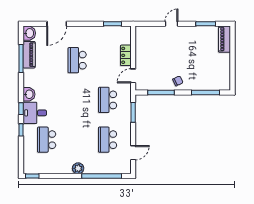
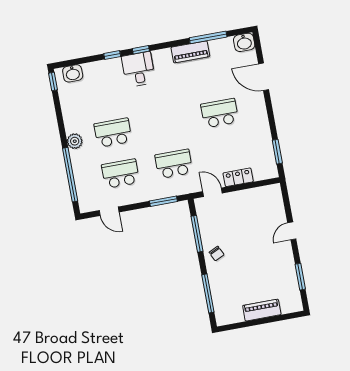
door: (171, 24) -> (292, 231), swing flipped
piano: (225, 39) -> (262, 310), moved
piano: (29, 55) -> (190, 52), moved
washbasin: (29, 94) -> (73, 73), moved
school desk: (47, 140) -> (113, 133), moved

